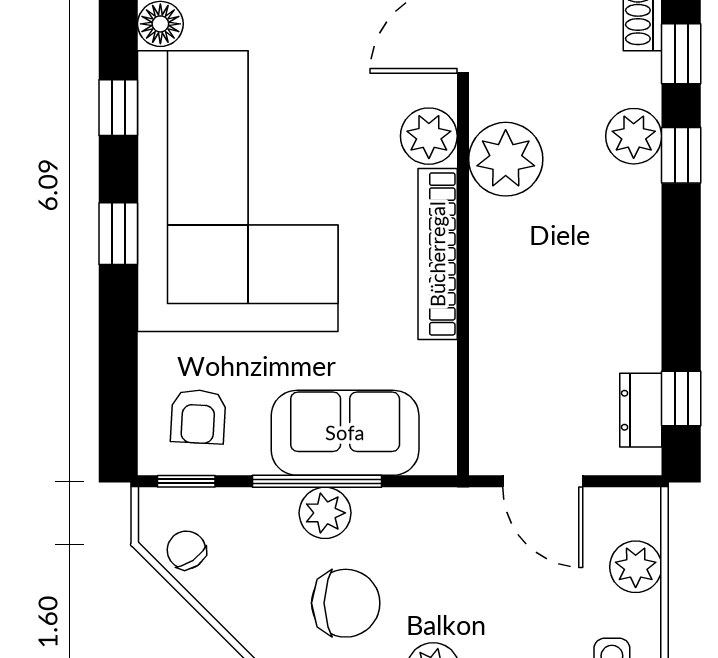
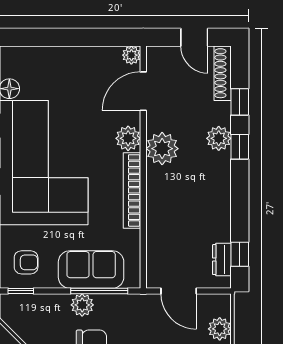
armchair: (198, 417) -> (26, 262), turned -93
window: (317, 481) -> (99, 291), moved
chair: (186, 550) -> (21, 321), removed

